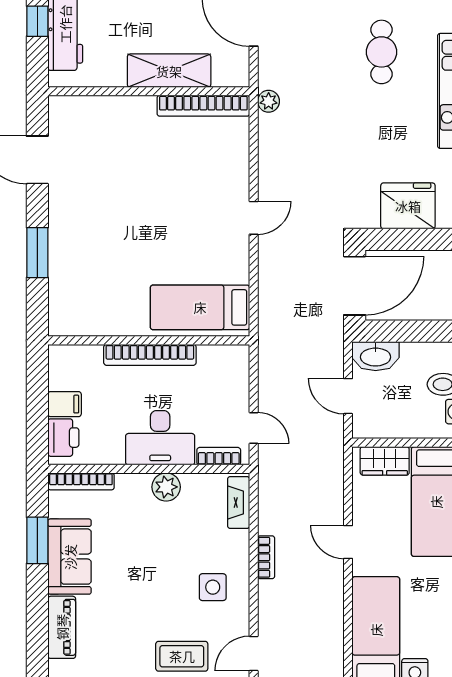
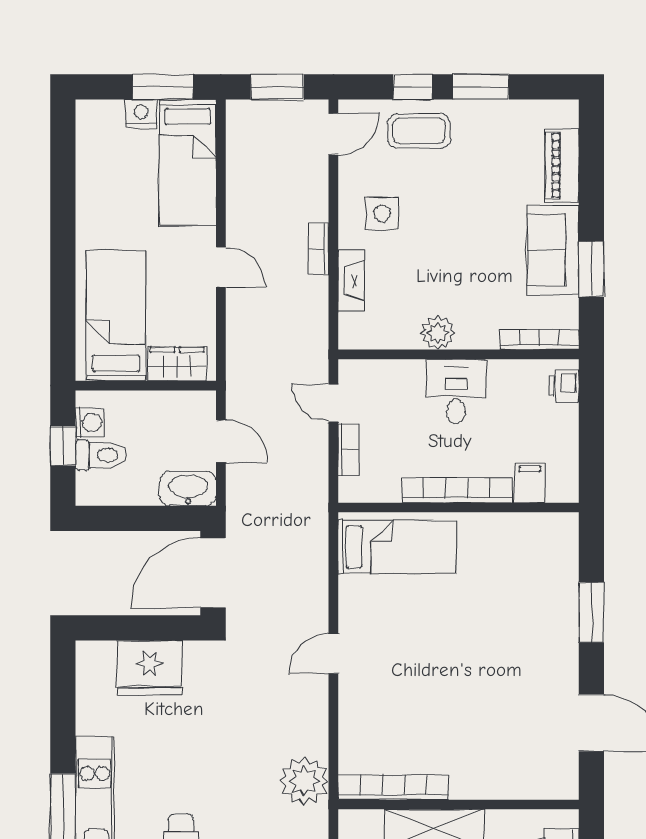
plant: (269, 101) -> (304, 781), width x1.88, depth x1.88
filing cabinet: (65, 404) -> (530, 483), moved, turned 90
printer: (63, 438) -> (564, 386), width x0.73, depth x0.81
desk: (160, 438) -> (456, 391), width x0.73
bookcase: (219, 456) -> (349, 450), moved, turned -90
fireplace: (239, 503) -> (351, 281), moved

